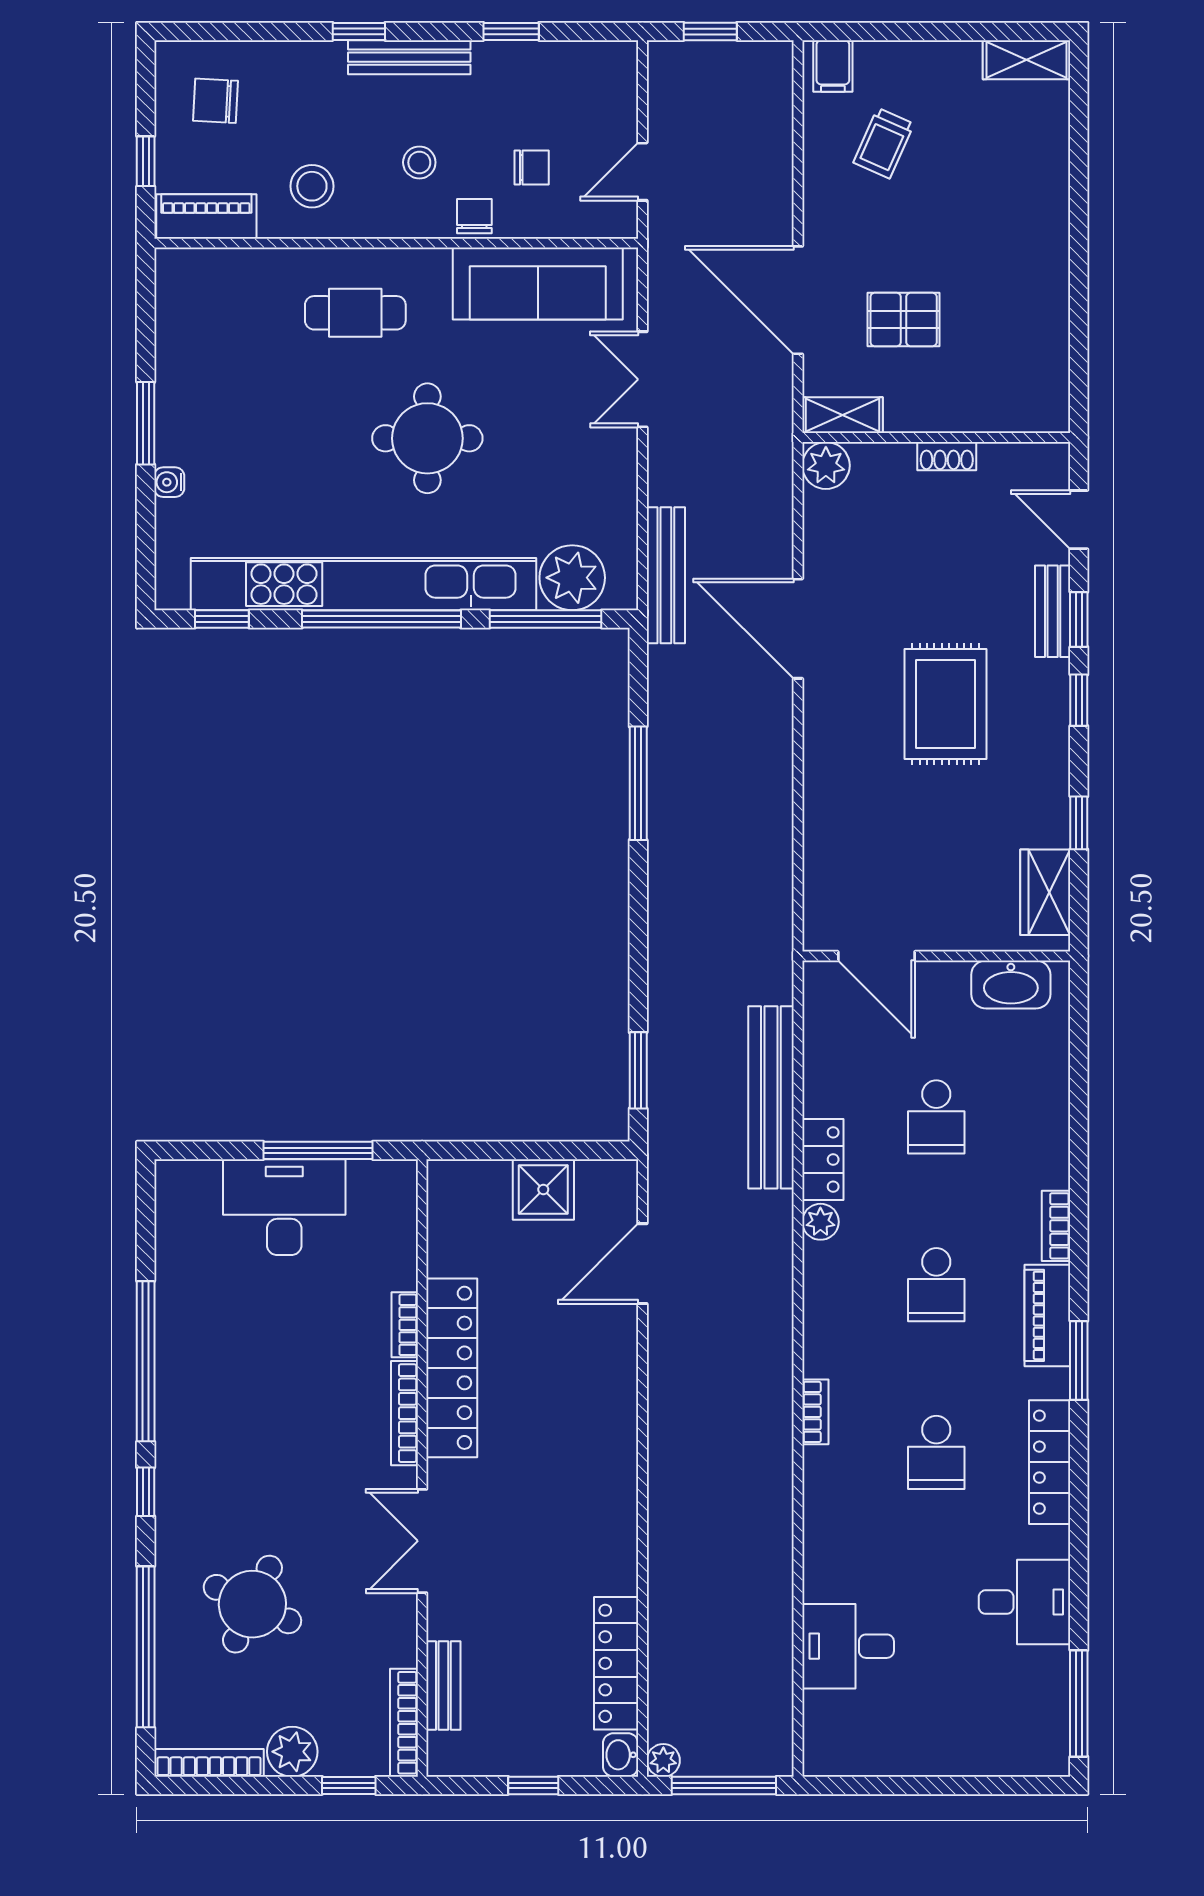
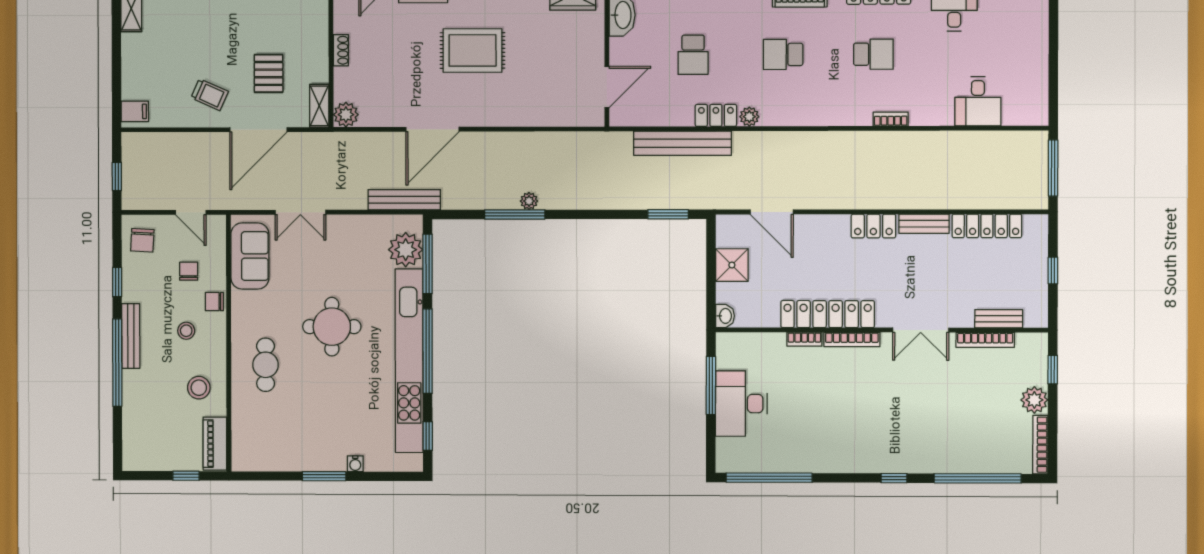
window: (359, 31) -> (117, 363), width x3.17
chair: (216, 101) -> (142, 240), moved
trolley: (884, 143) -> (210, 95), moved
sofa: (538, 284) -> (250, 256), width x0.73
school desk: (936, 1117) -> (693, 55), turned 90
school desk: (936, 1285) -> (783, 54), turned 180
window: (146, 1361) -> (769, 478), moved
bookcase: (815, 1412) -> (891, 119), moved
locker: (616, 1453) -> (873, 226), added
bench: (620, 1547) -> (924, 224), added
round table: (252, 1604) -> (955, 421), removed
bookcase: (404, 1723) -> (985, 340), moved
washbasin: (621, 1755) -> (725, 316), moved, turned -90
plant: (663, 1760) -> (529, 201), moved

